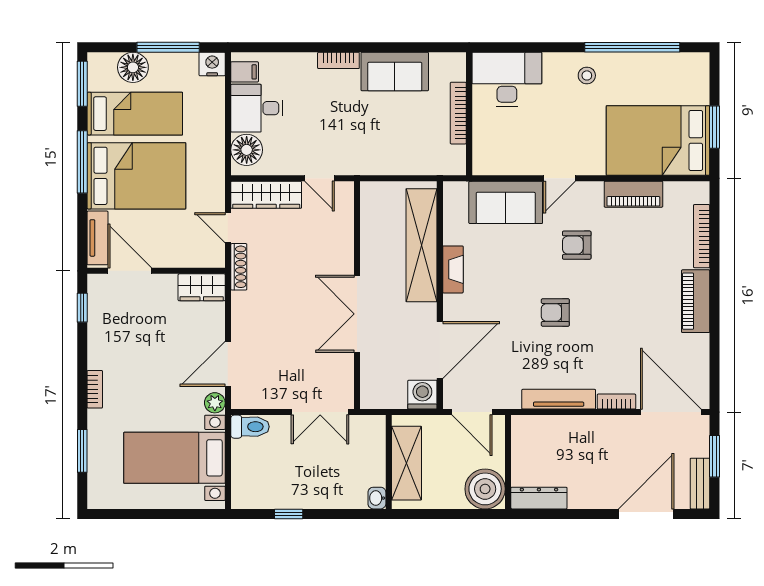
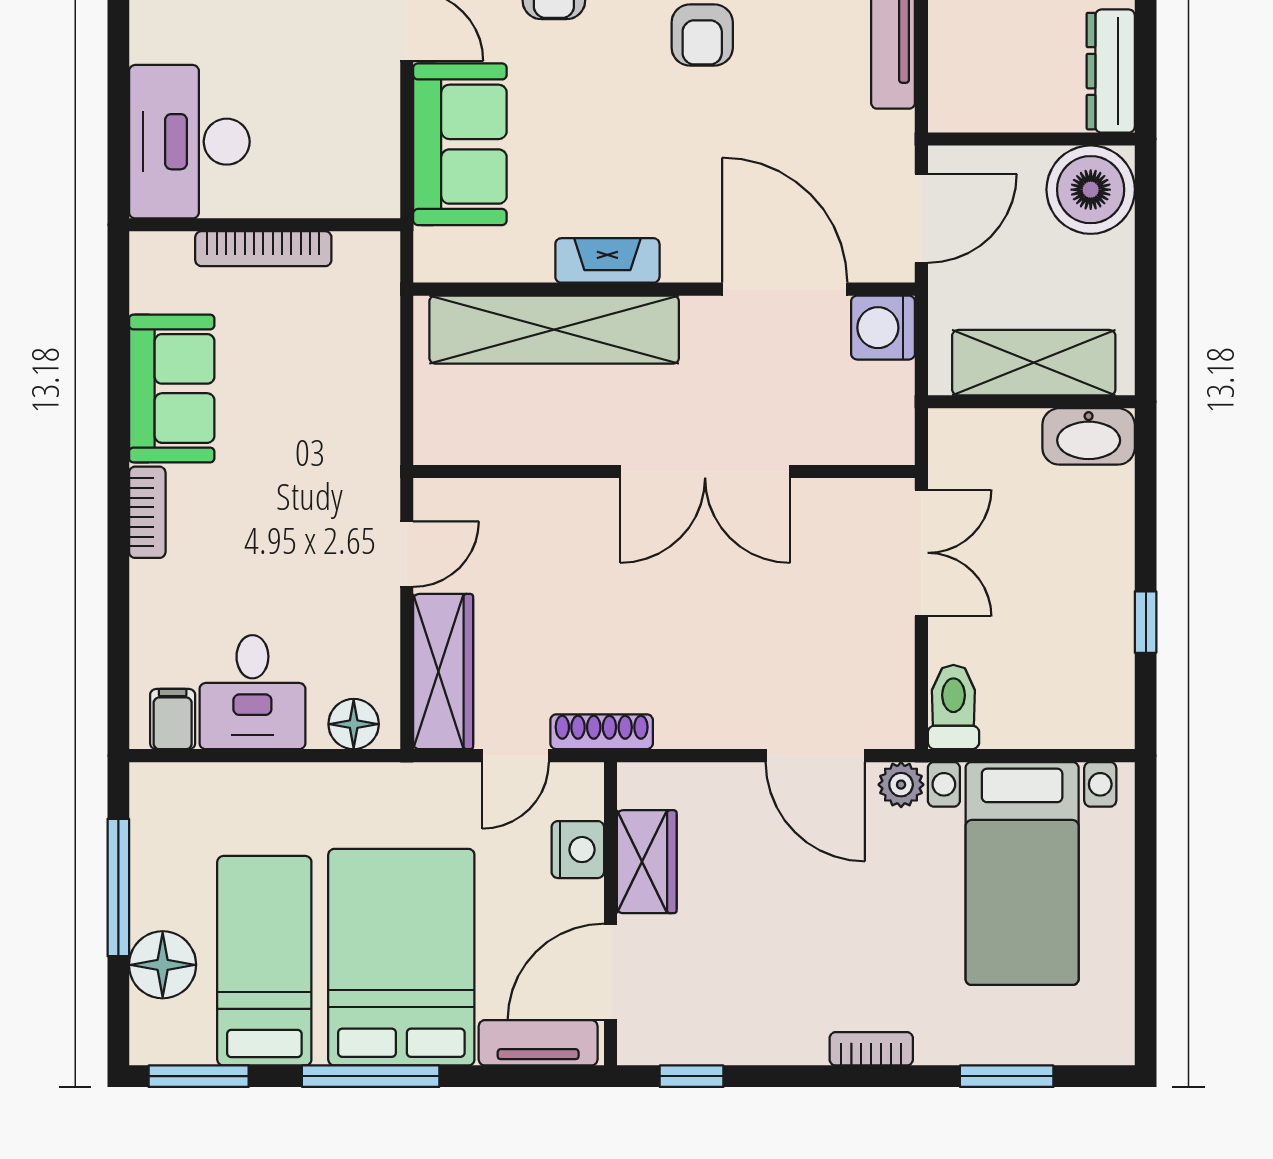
nightstand: (212, 64) -> (578, 850), moved, turned 180
floor lamp: (247, 150) -> (354, 724), width x0.73, depth x0.73
wardrobe: (202, 287) -> (647, 862), moved
washbasin: (377, 498) -> (1089, 436), width x1.91, depth x1.45

